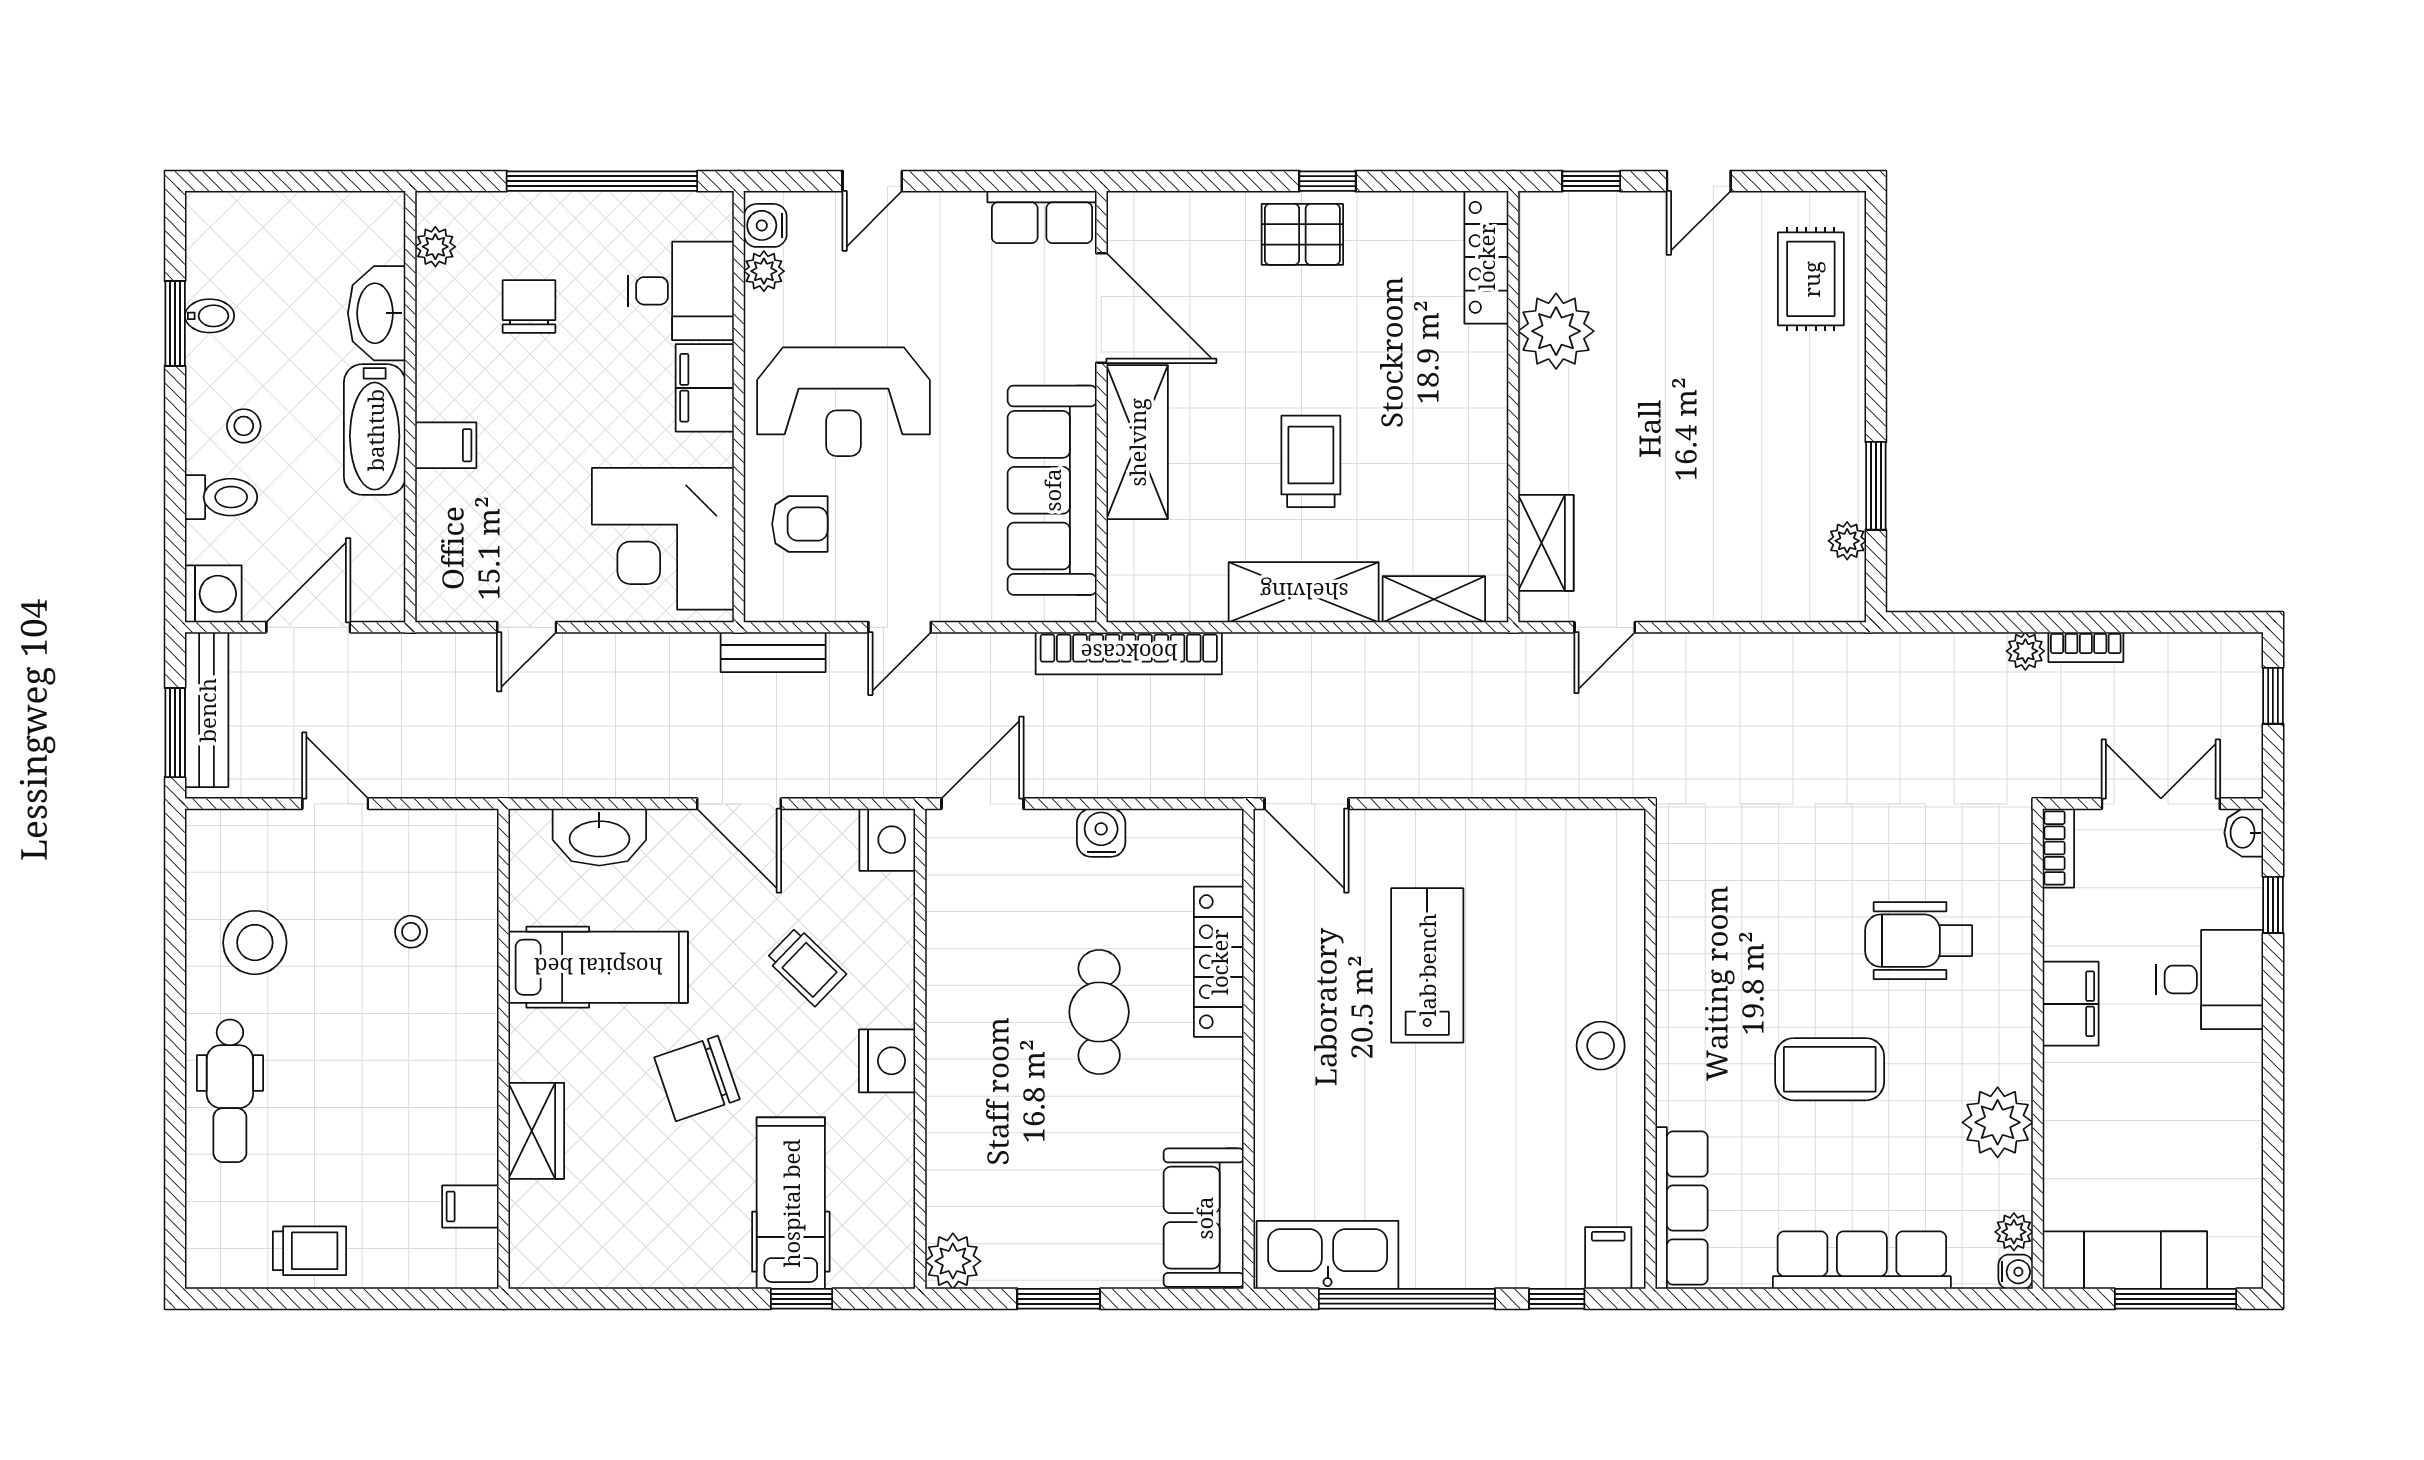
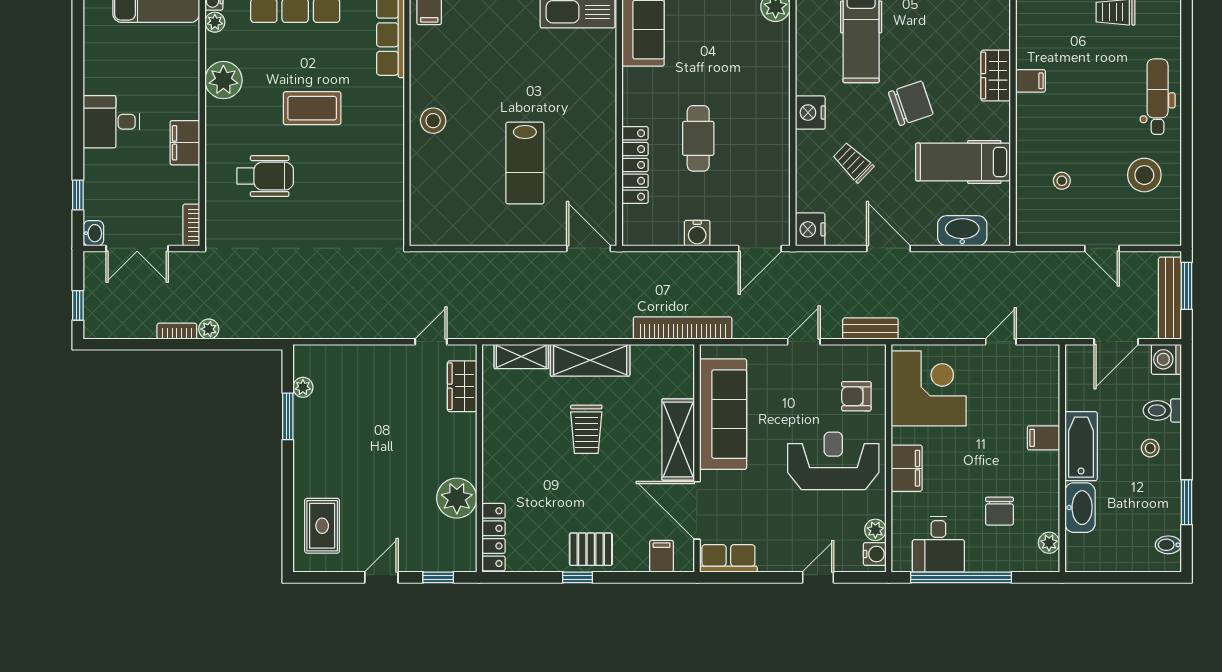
filing cabinet: (1169, 221) -> (662, 556), added
desk: (681, 291) -> (938, 544), moved, turned -90
bidet: (210, 316) -> (1168, 545), moved
desk: (2210, 979) -> (111, 122), moved
filing cabinet: (470, 1206) -> (1030, 81), moved

